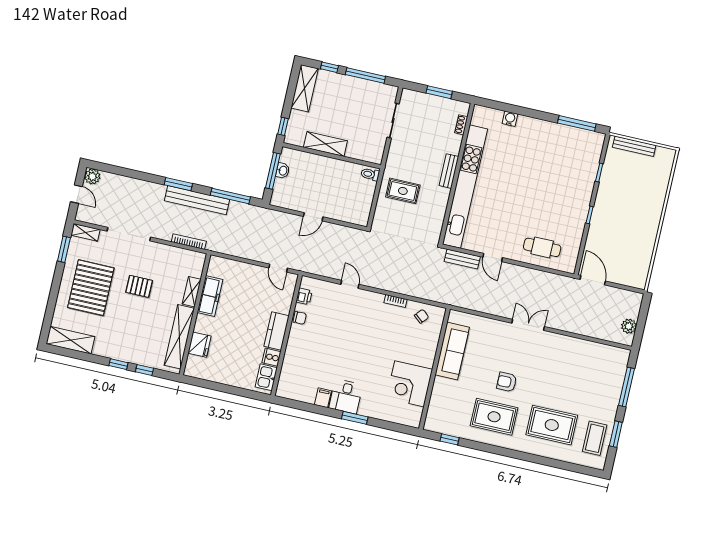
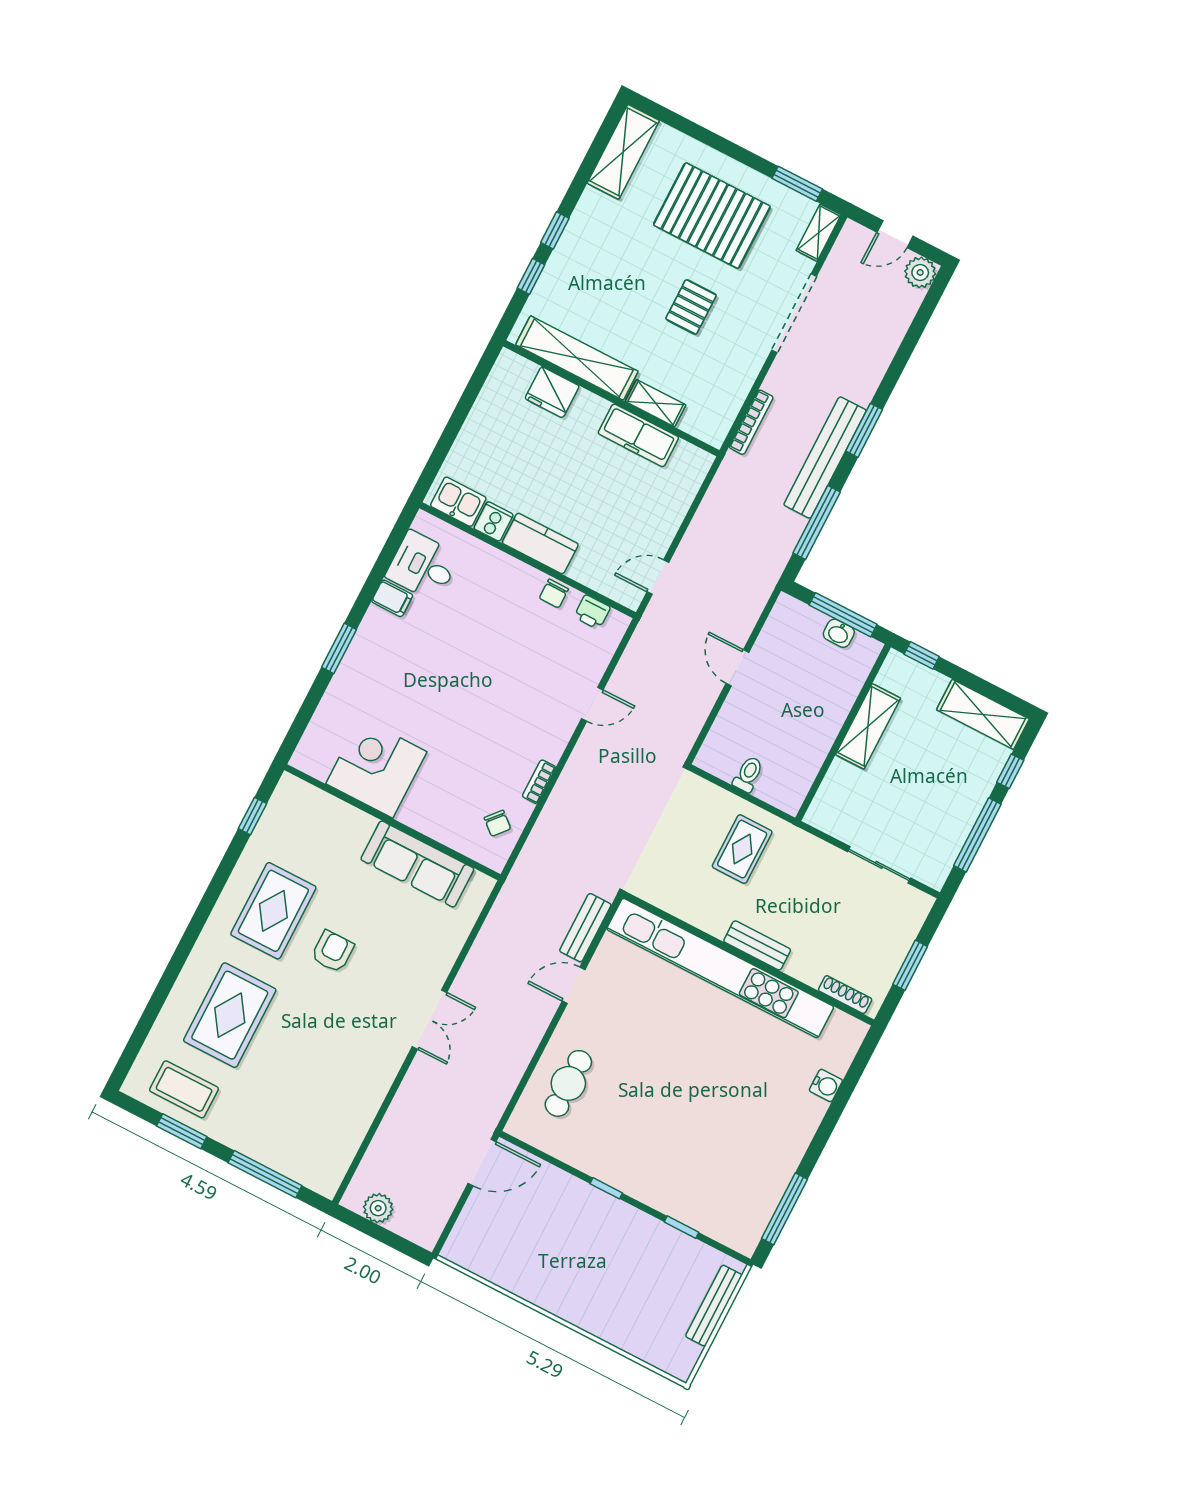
shoe rack: (461, 125) -> (845, 995), width x1.43
toilet: (370, 174) -> (748, 774), moved
desk: (346, 396) -> (423, 566), moved

